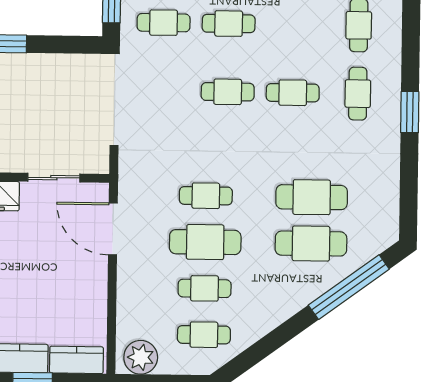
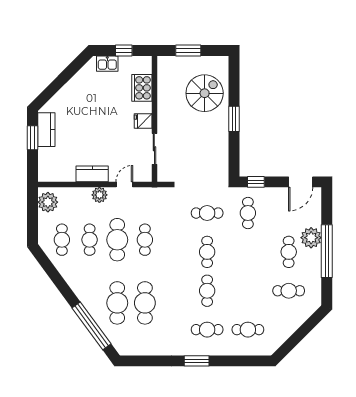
cafe table: (229, 24) -> (207, 213), moved, turned 90
door: (113, 229) -> (124, 184), width x0.53
plant: (130, 271) -> (99, 195), added
kitchen counter: (76, 360) -> (92, 174), moved, turned -90

